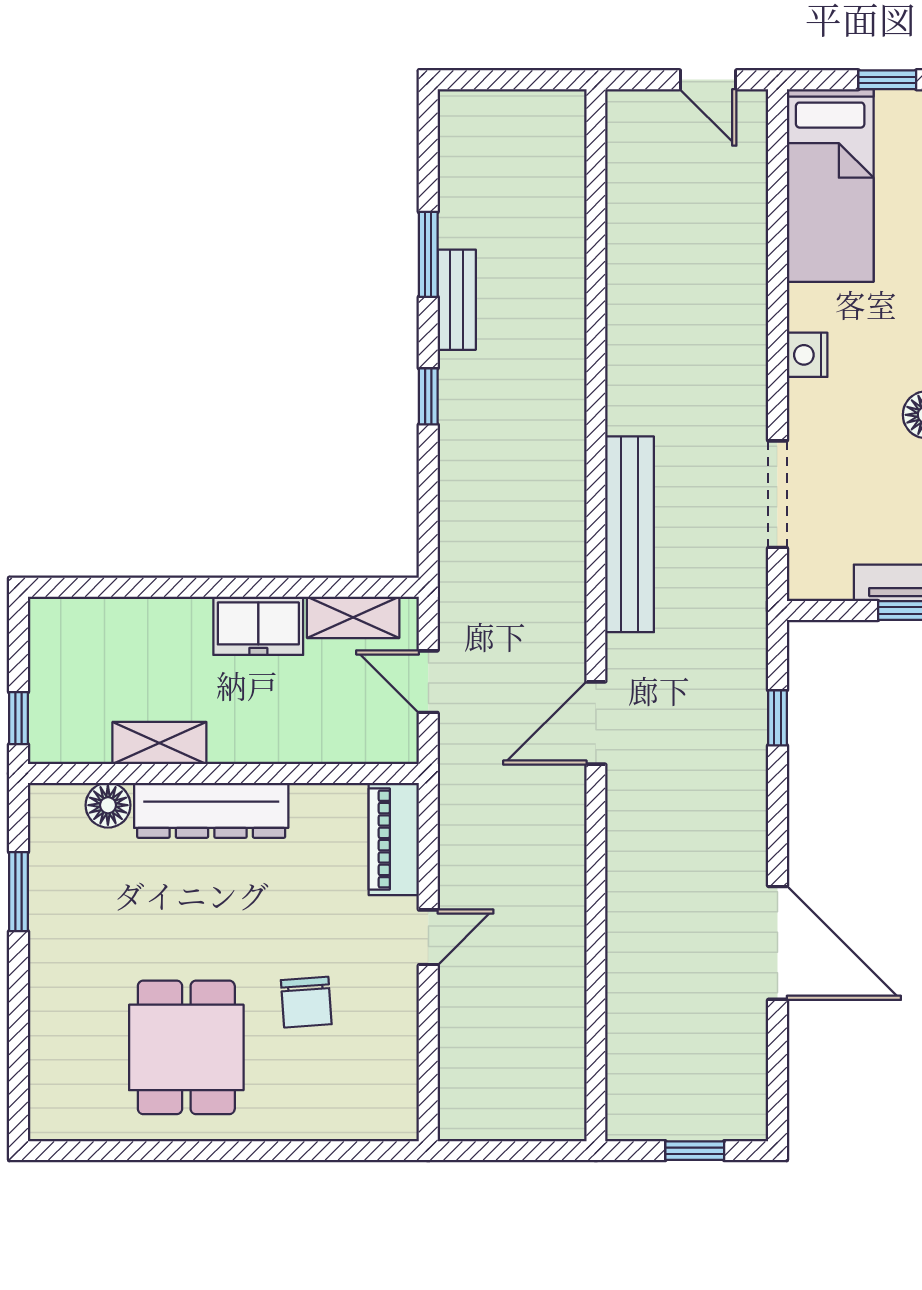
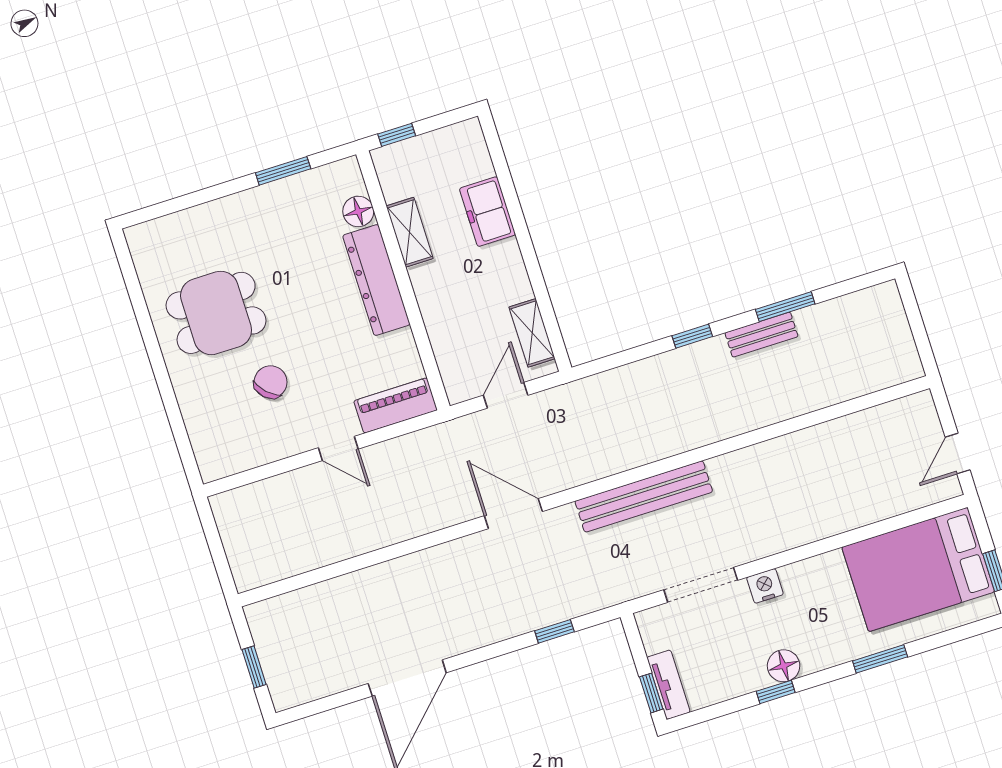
bed: (830, 185) -> (918, 569), width x1.50
nightstand: (807, 355) -> (765, 586), moved
freezer: (258, 626) -> (488, 212), moved
chair: (306, 1002) -> (271, 382), turned 139

